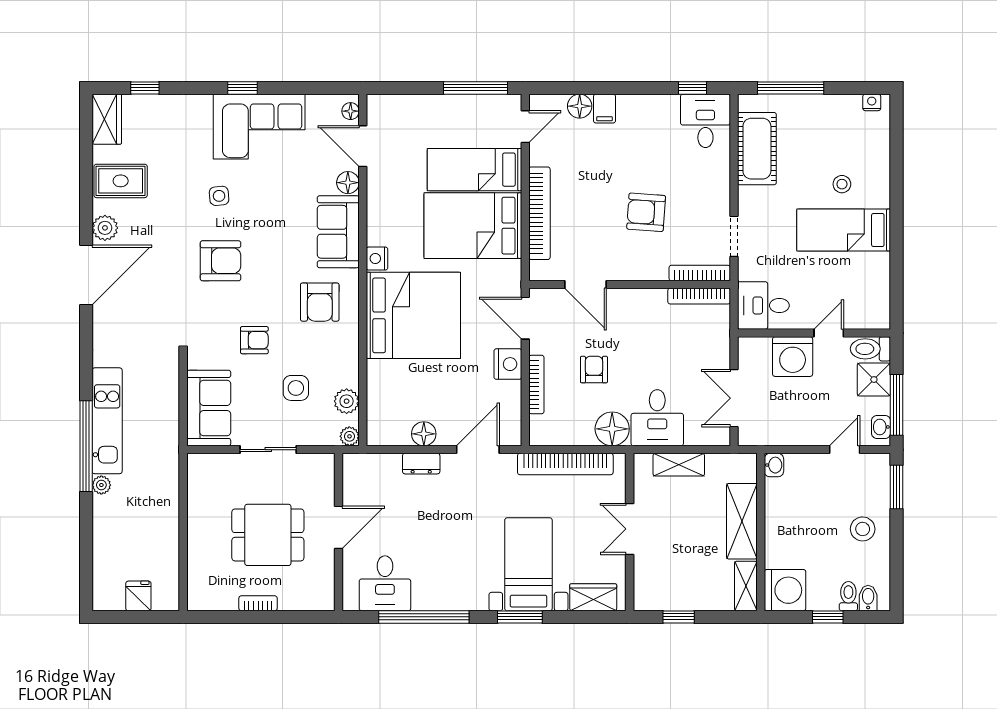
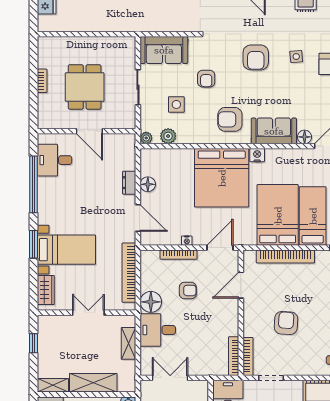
nightstand: (508, 364) -> (187, 241), width x0.53, depth x0.56

